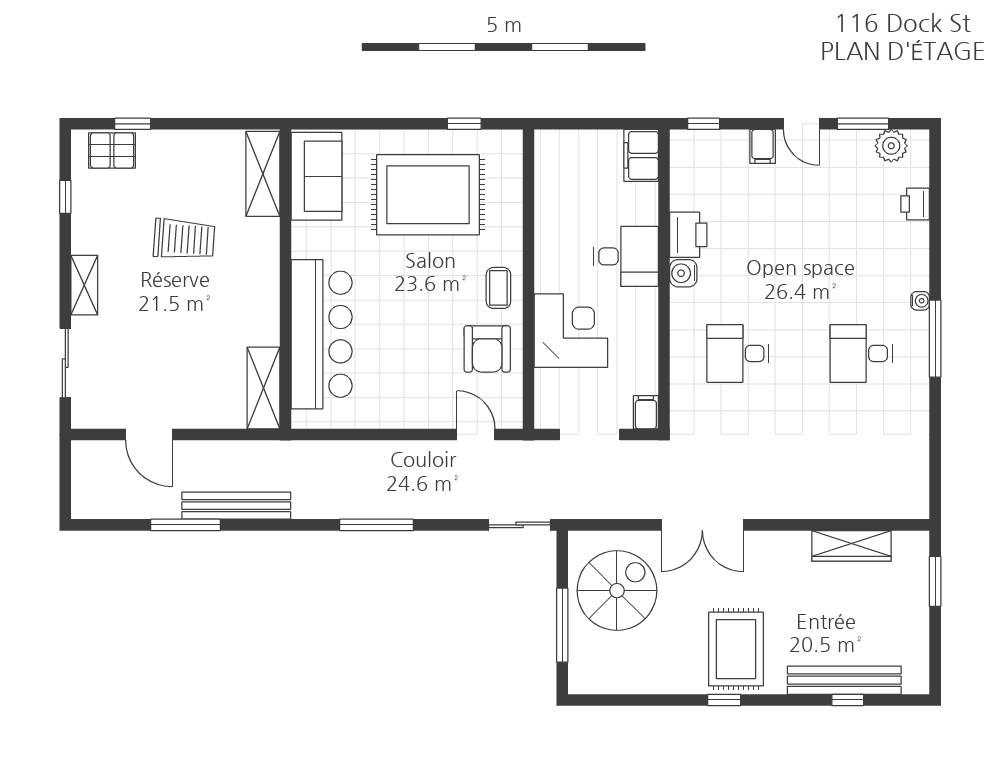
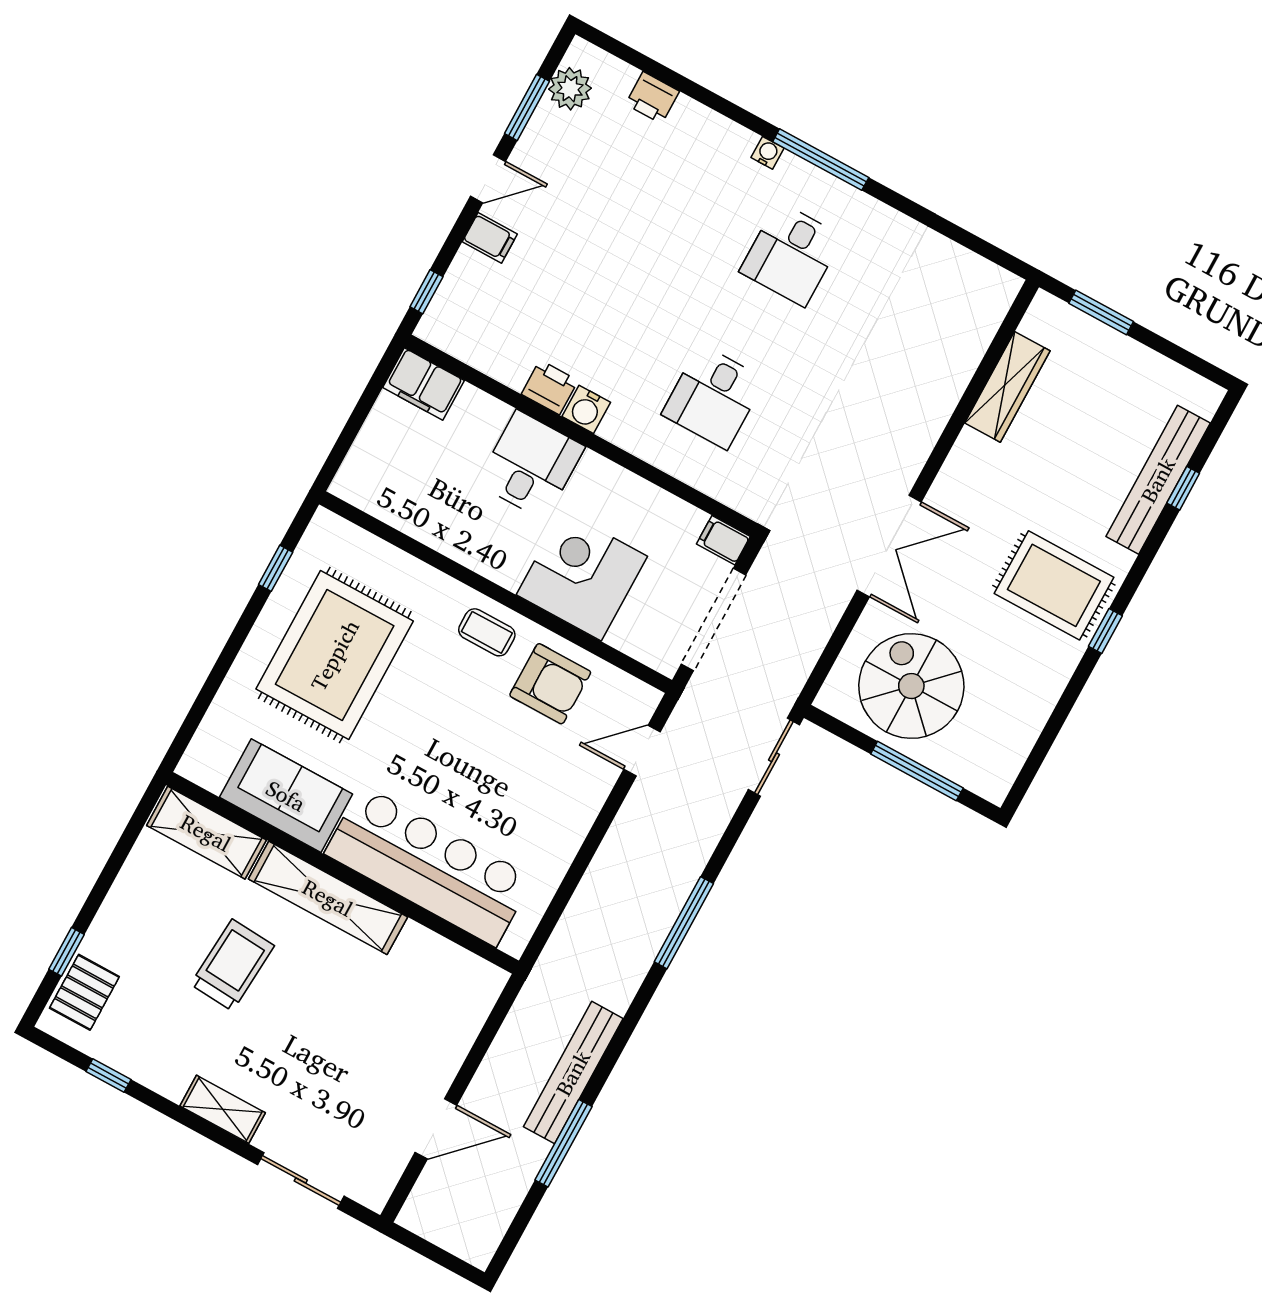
sofa: (317, 176) -> (286, 796), moved
printer: (688, 235) -> (550, 387), width x0.73, depth x0.81
shelving: (264, 388) -> (328, 898), moved, width x1.47
doorway: (589, 434) -> (714, 619), width x1.36

